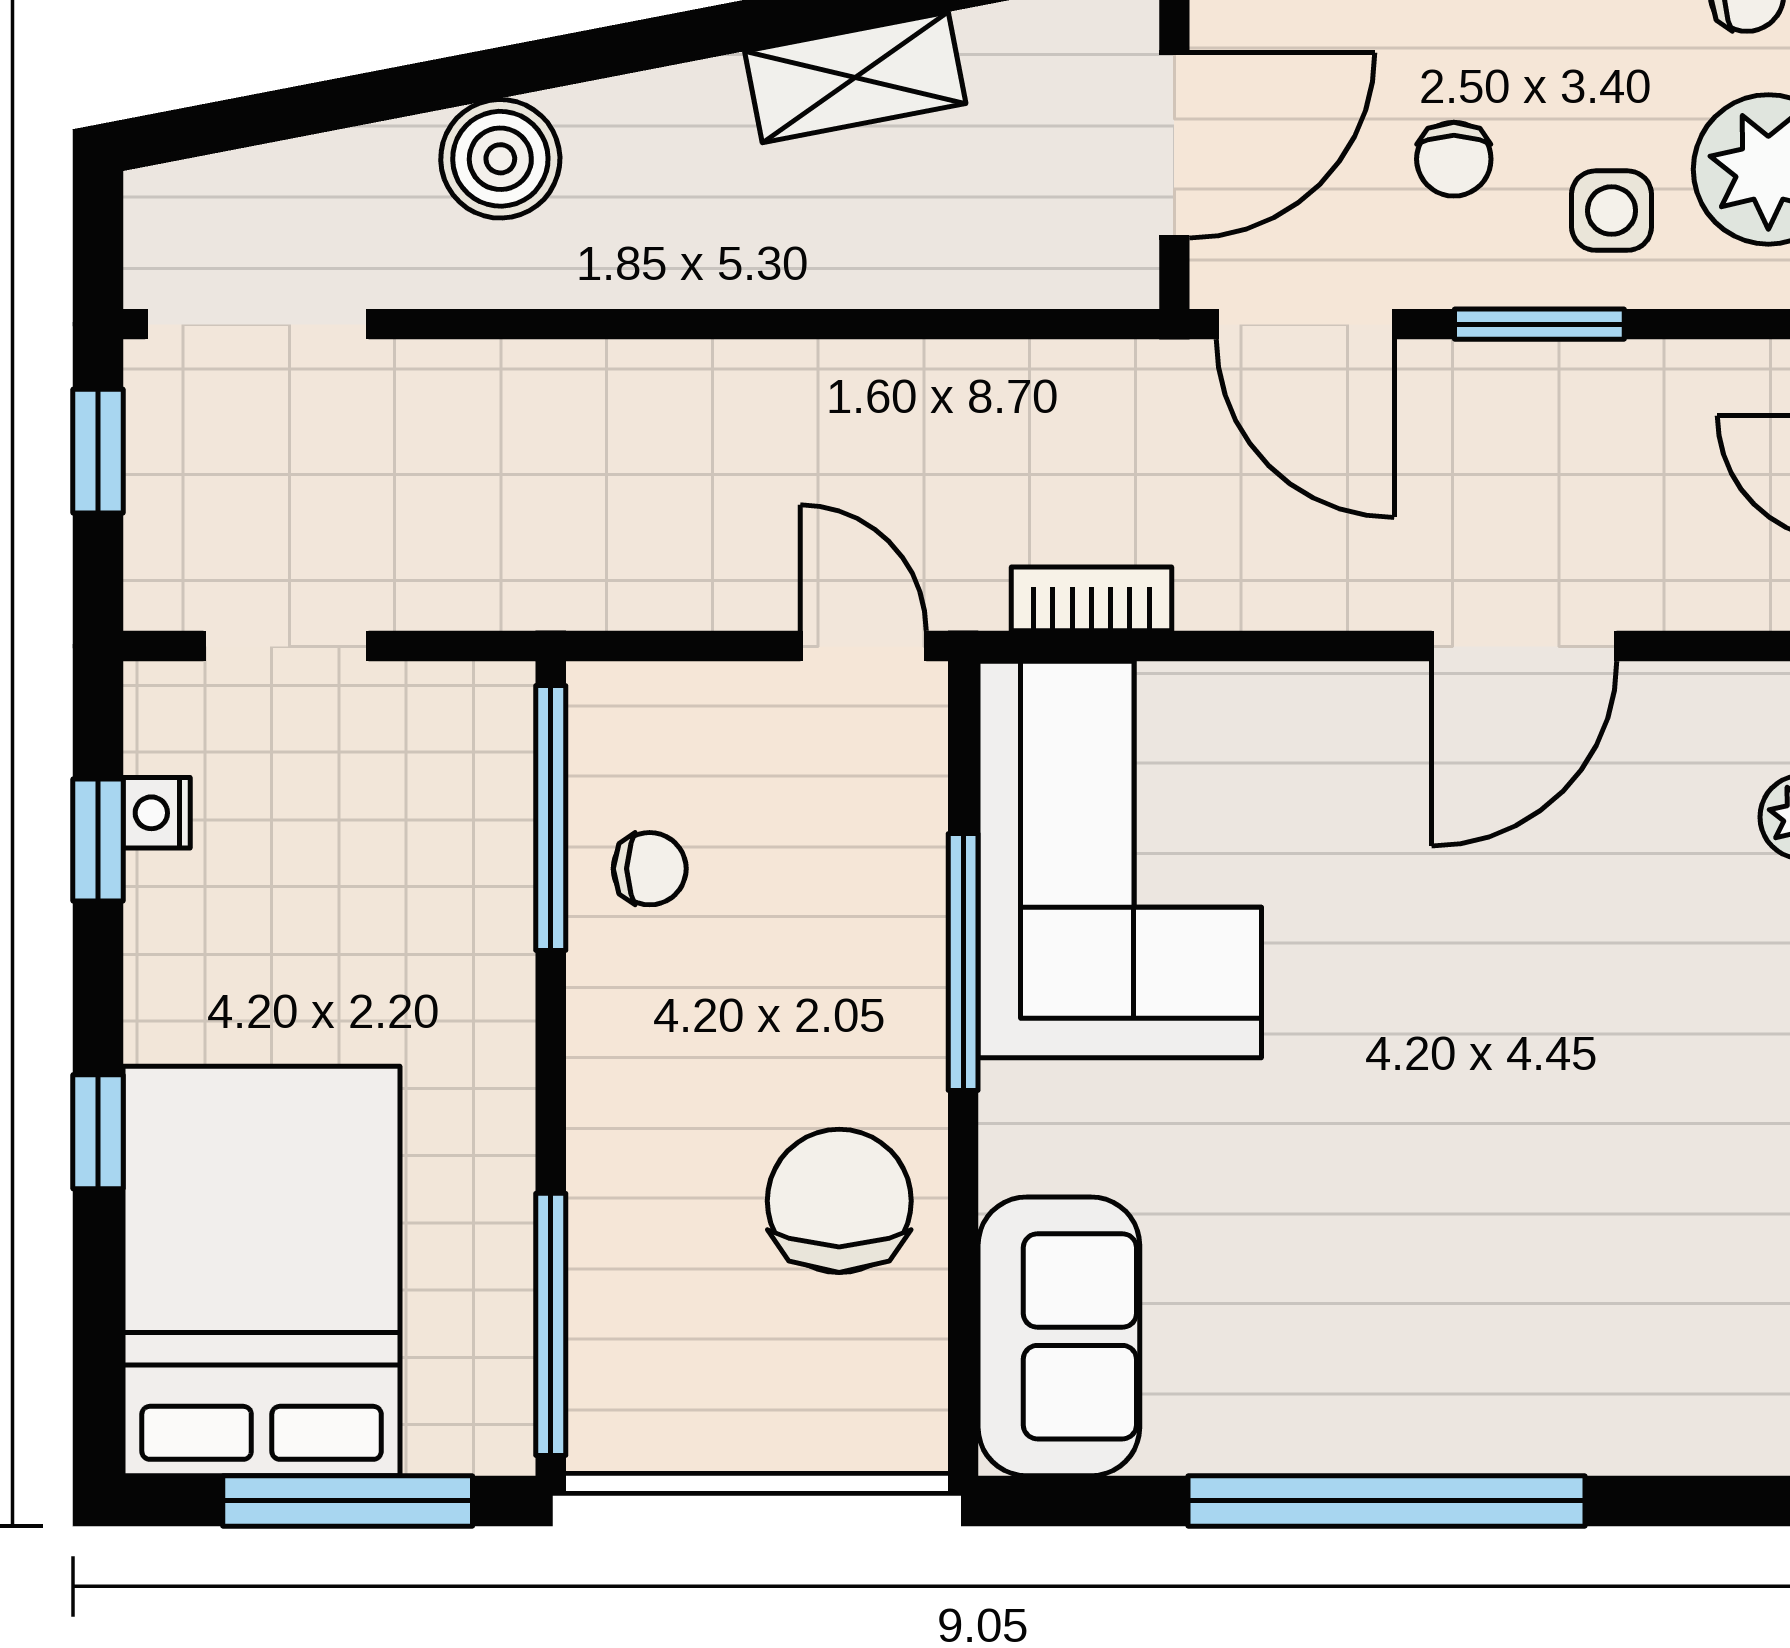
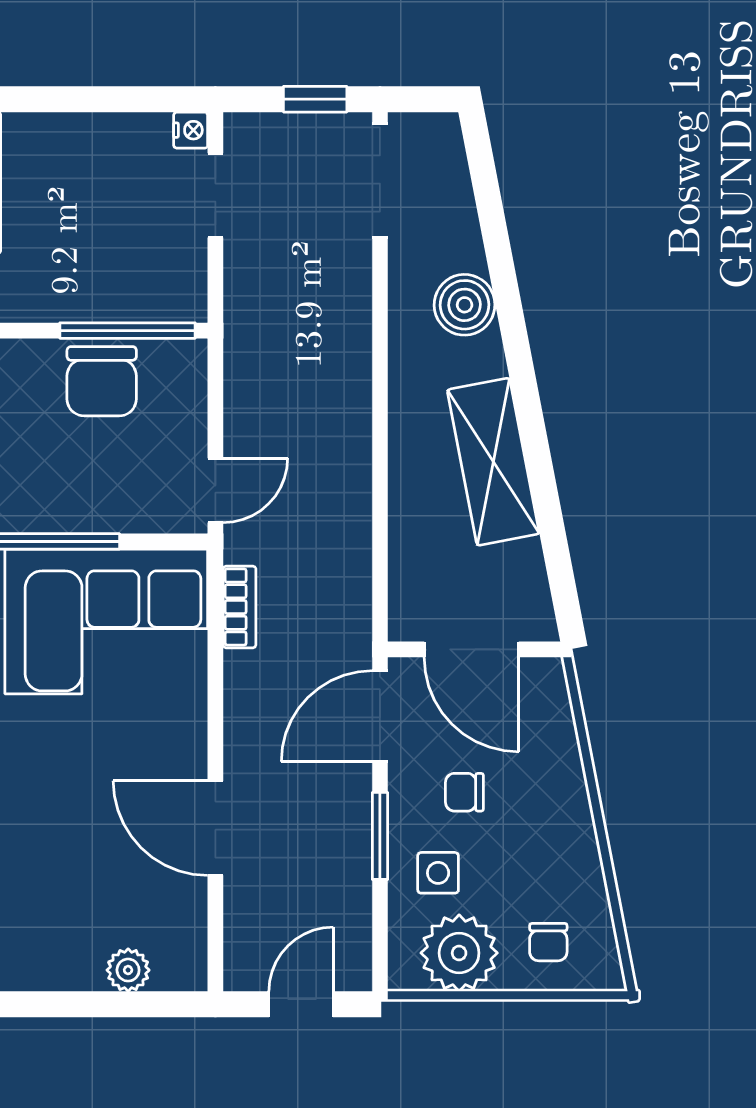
shelving: (855, 77) -> (493, 462), width x1.50, depth x1.33
nightstand: (157, 813) -> (191, 130), moved, turned 90
window: (98, 840) -> (116, 99), removed
chair: (650, 869) -> (102, 381), width x1.87, depth x1.87

